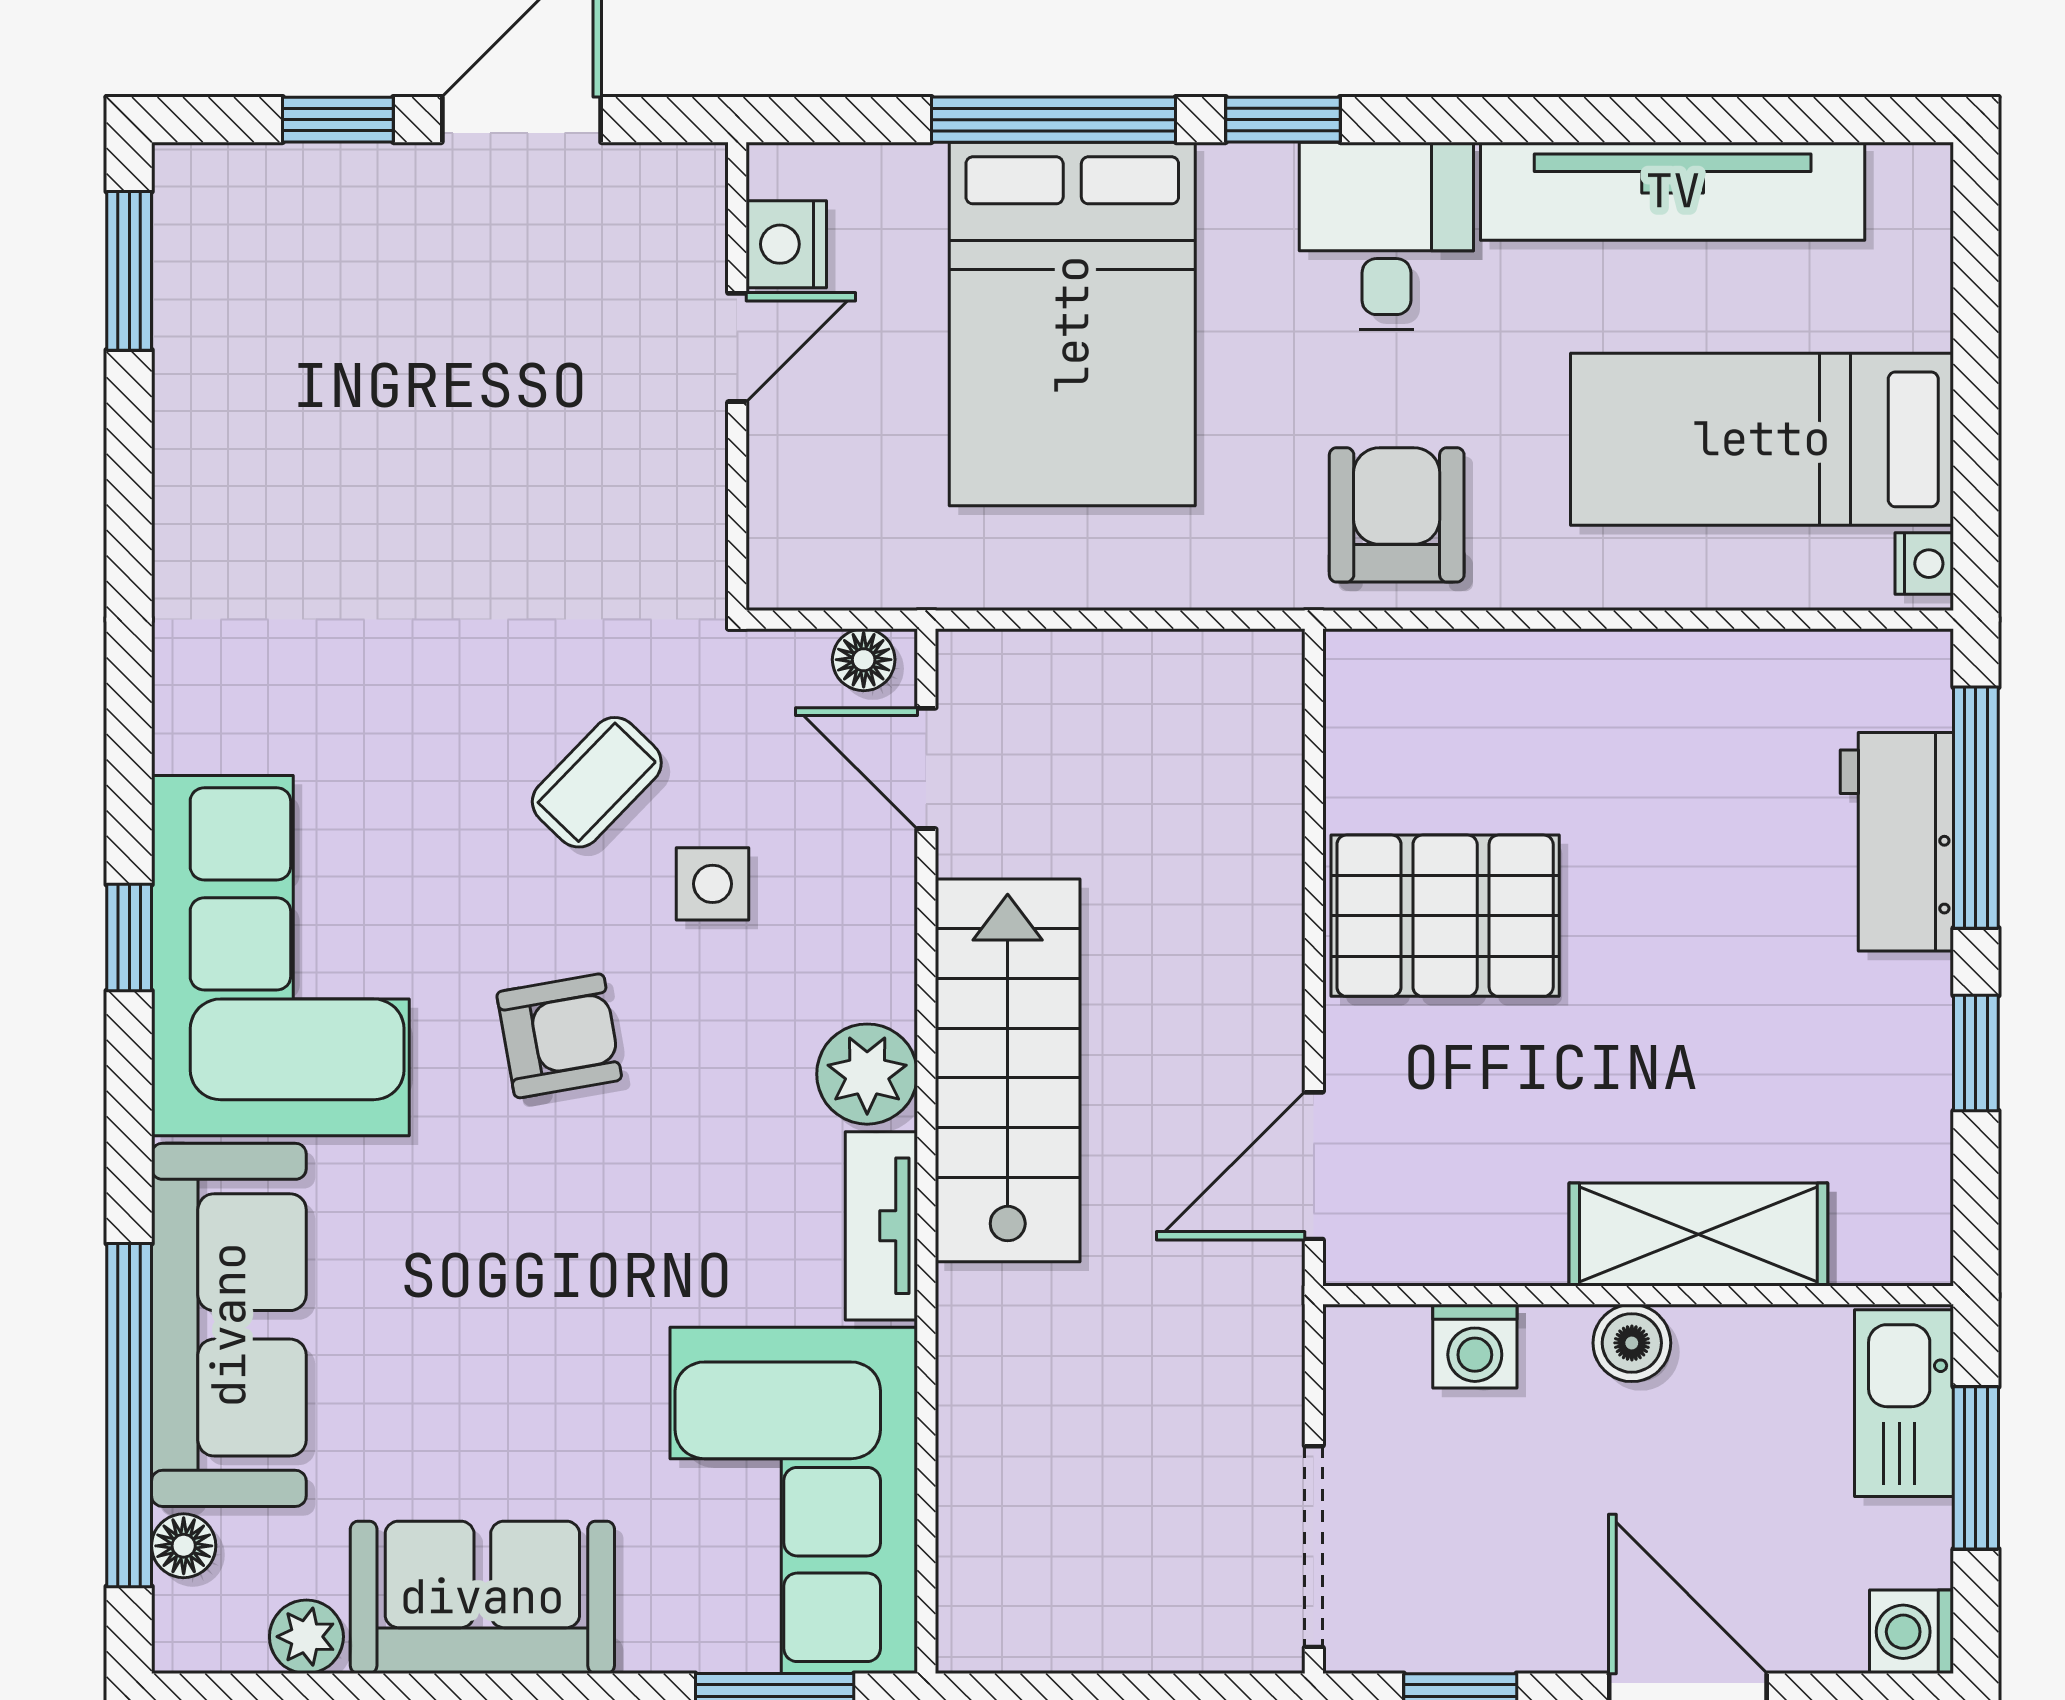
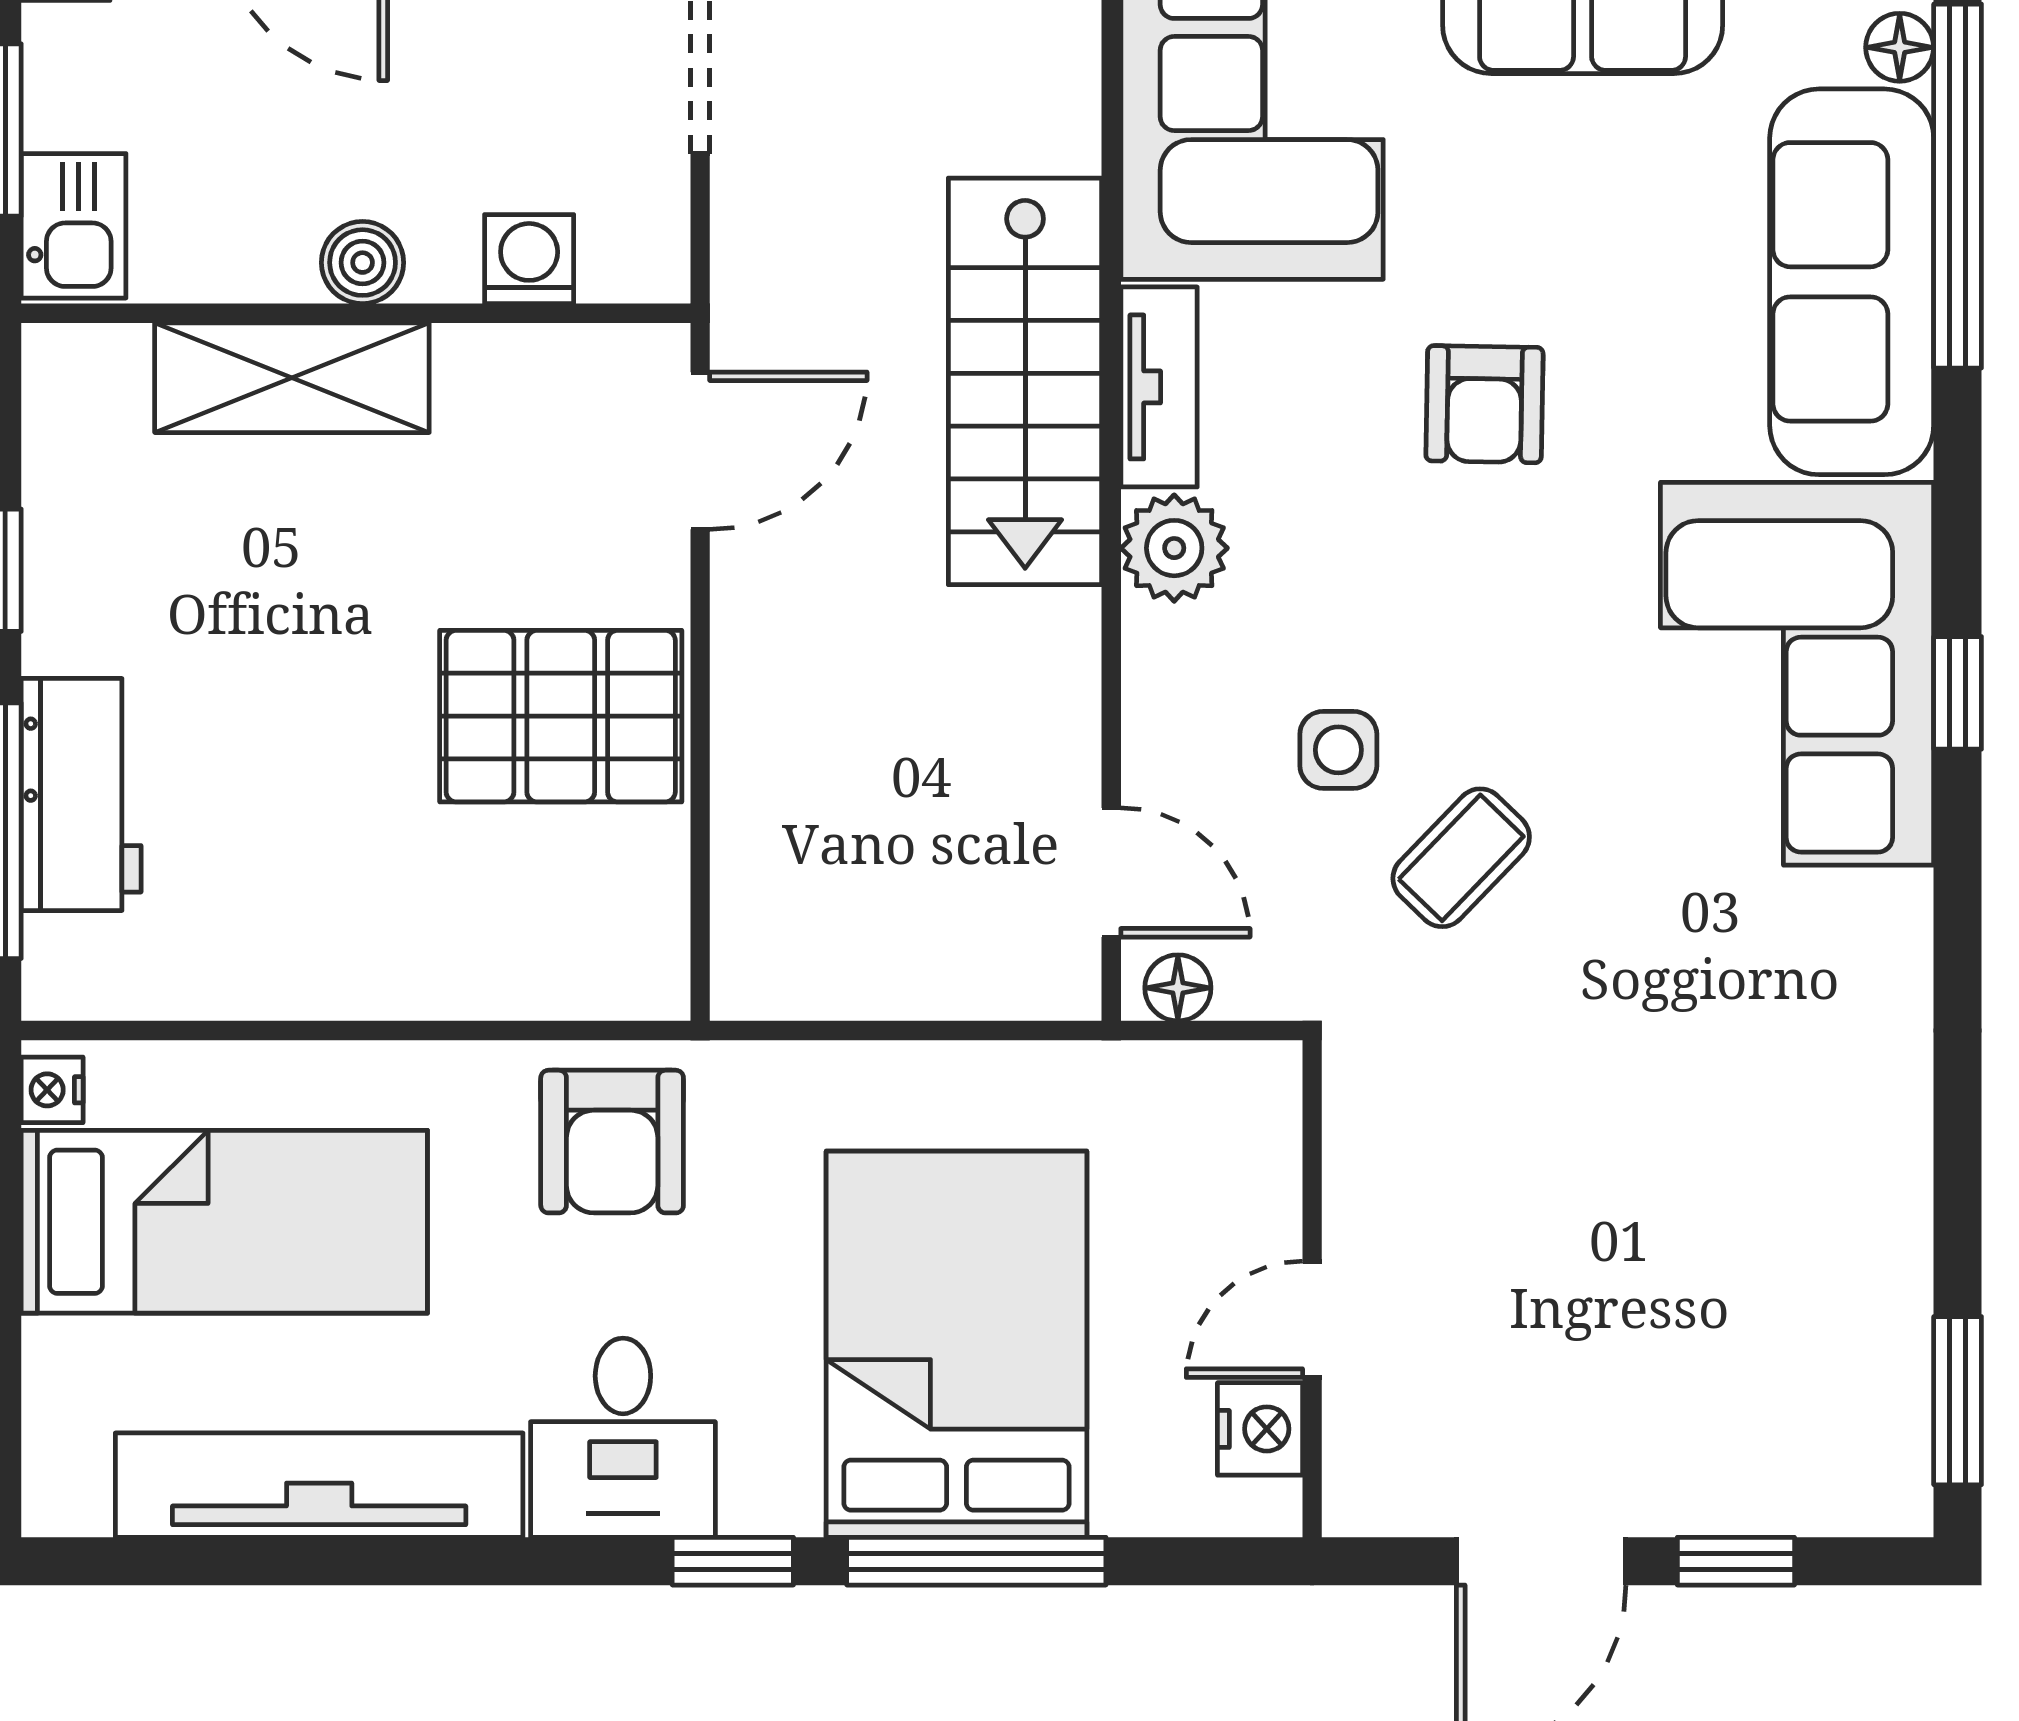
armchair: (559, 1036) -> (1484, 404), moved, turned -79
stairs: (1008, 1070) -> (1025, 381), moved
kitchen sink: (1904, 1403) -> (74, 226), width x0.73

